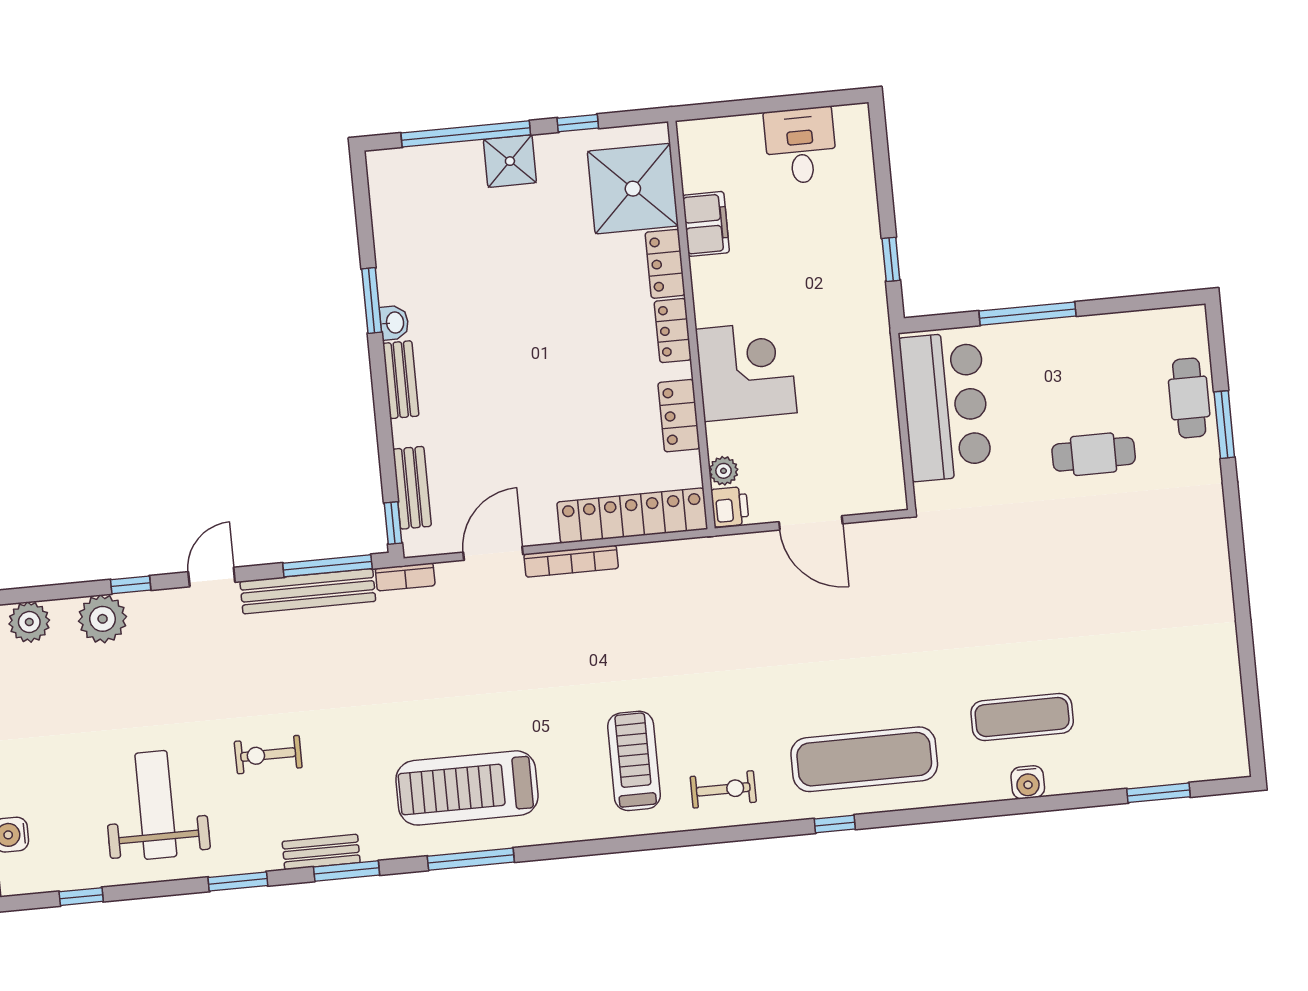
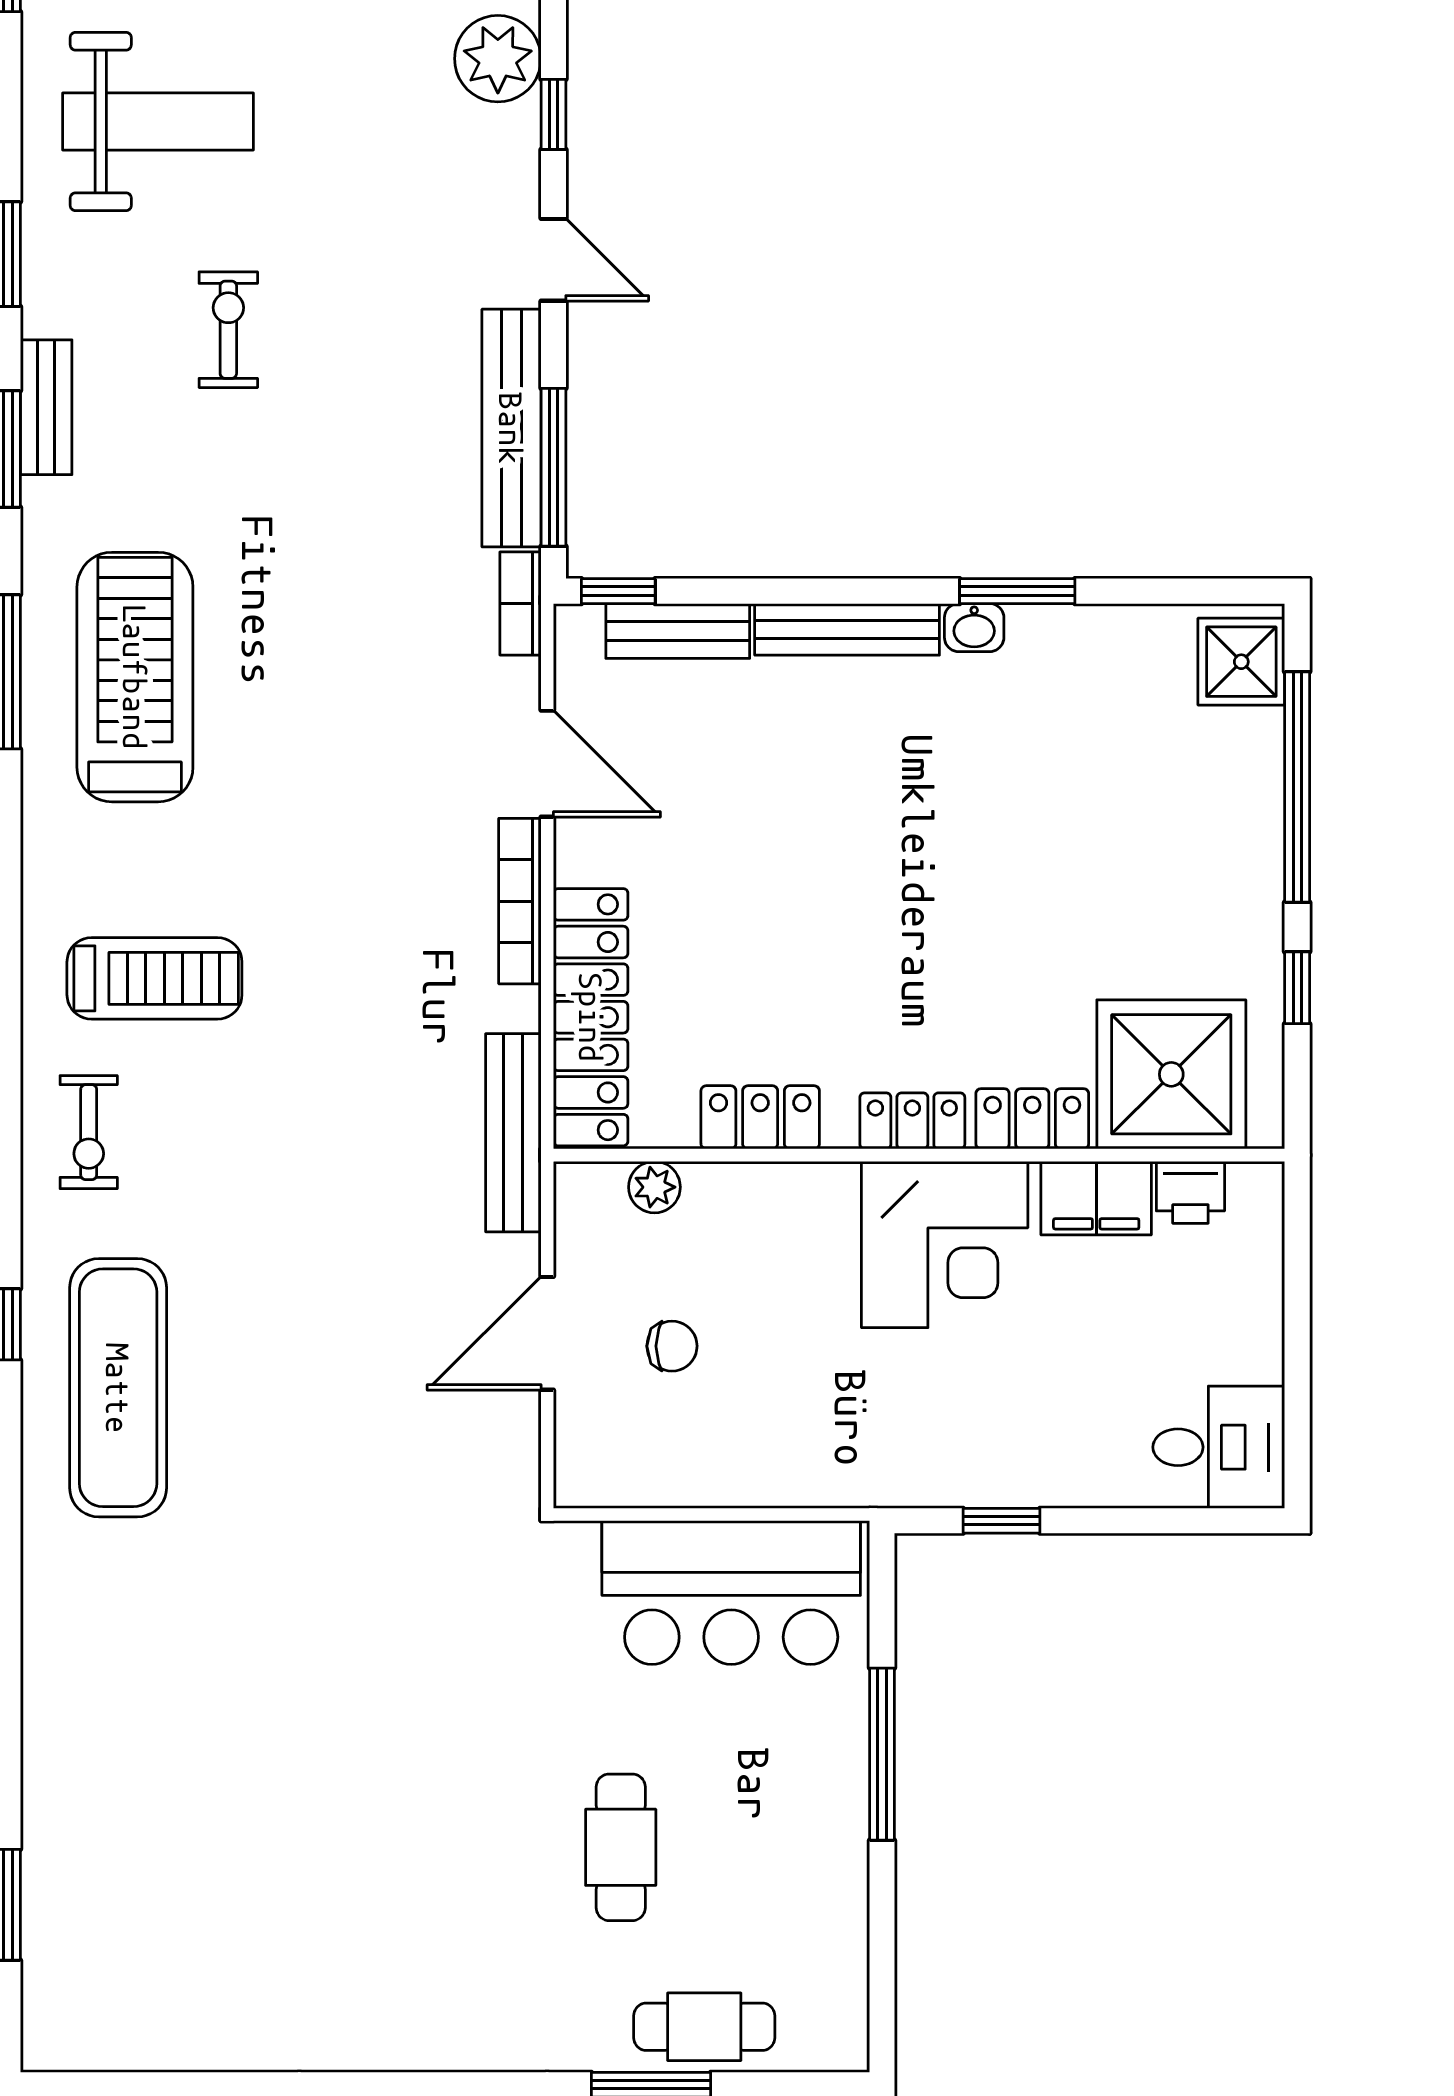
desk: (801, 146) -> (1219, 1447), moved
shower: (510, 161) -> (1241, 662), moved
corner desk: (746, 371) -> (945, 1244), moved
bench: (401, 380) -> (847, 629), width x1.36
chair: (811, 453) -> (672, 1346), added
printer: (730, 507) -> (1190, 1192), moved
bench: (701, 552) -> (513, 1133), added
exercise mat: (1022, 717) -> (166, 1675), removed
water cooler: (1028, 782) -> (49, 1674), removed

